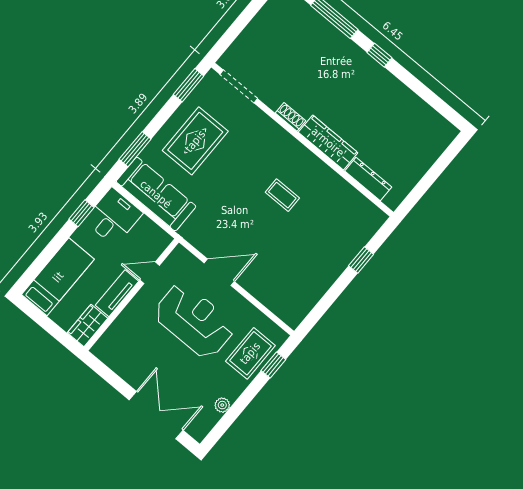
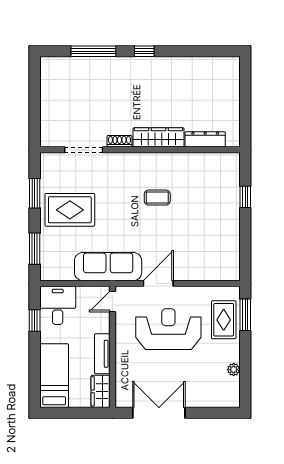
window: (189, 85) -> (35, 193), moved
doorway: (239, 86) -> (84, 150), moved
rug: (195, 141) -> (70, 210), turned 90
sofa: (156, 194) -> (108, 267), moved
door: (150, 273) -> (113, 301), moved
window: (273, 365) -> (245, 315), width x1.50
double door: (156, 415) -> (159, 413), moved

